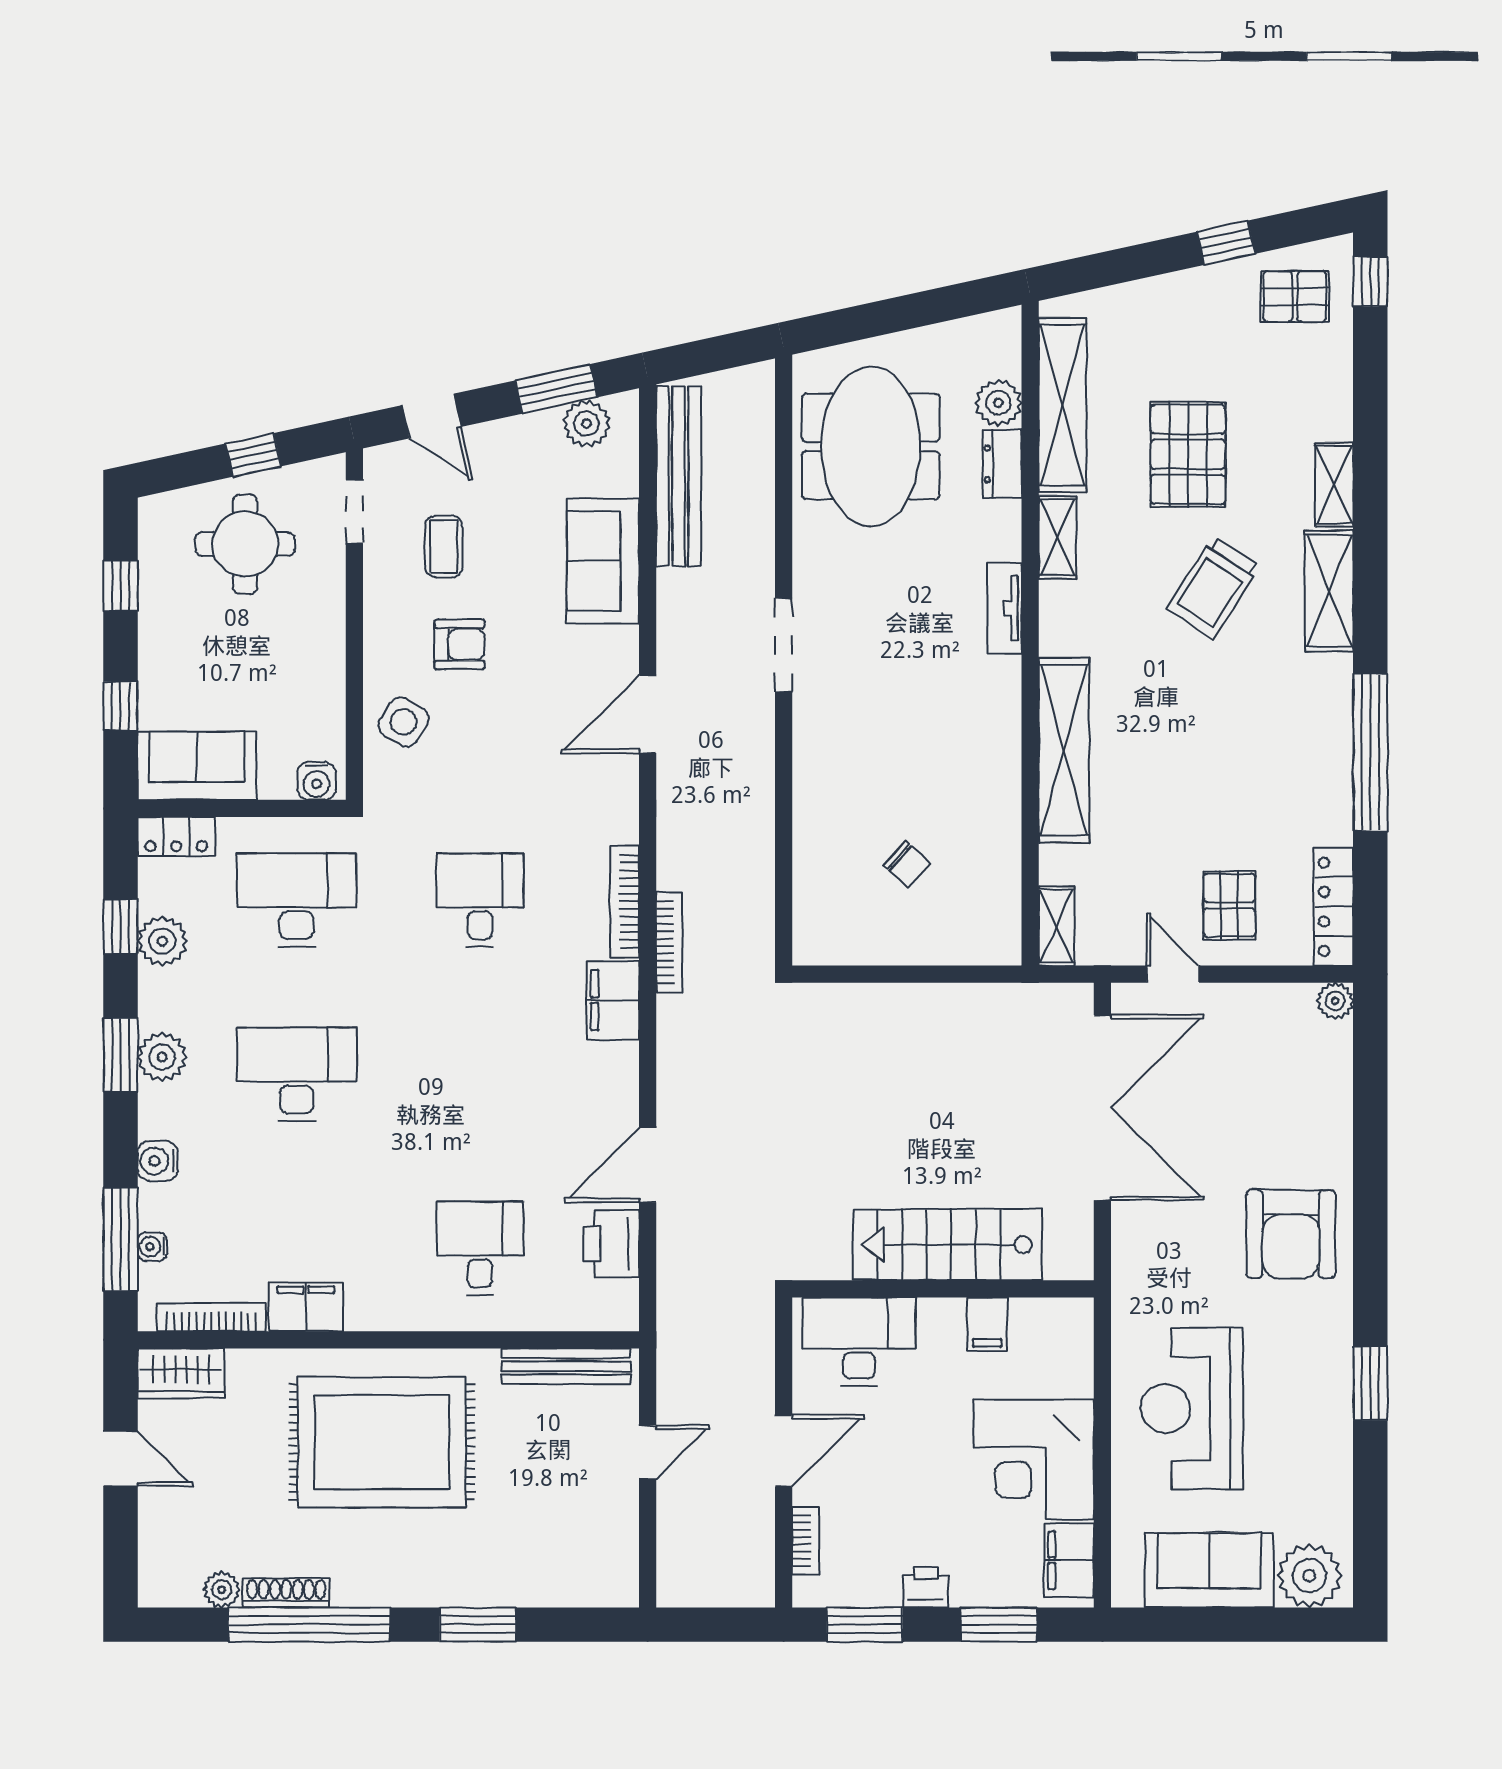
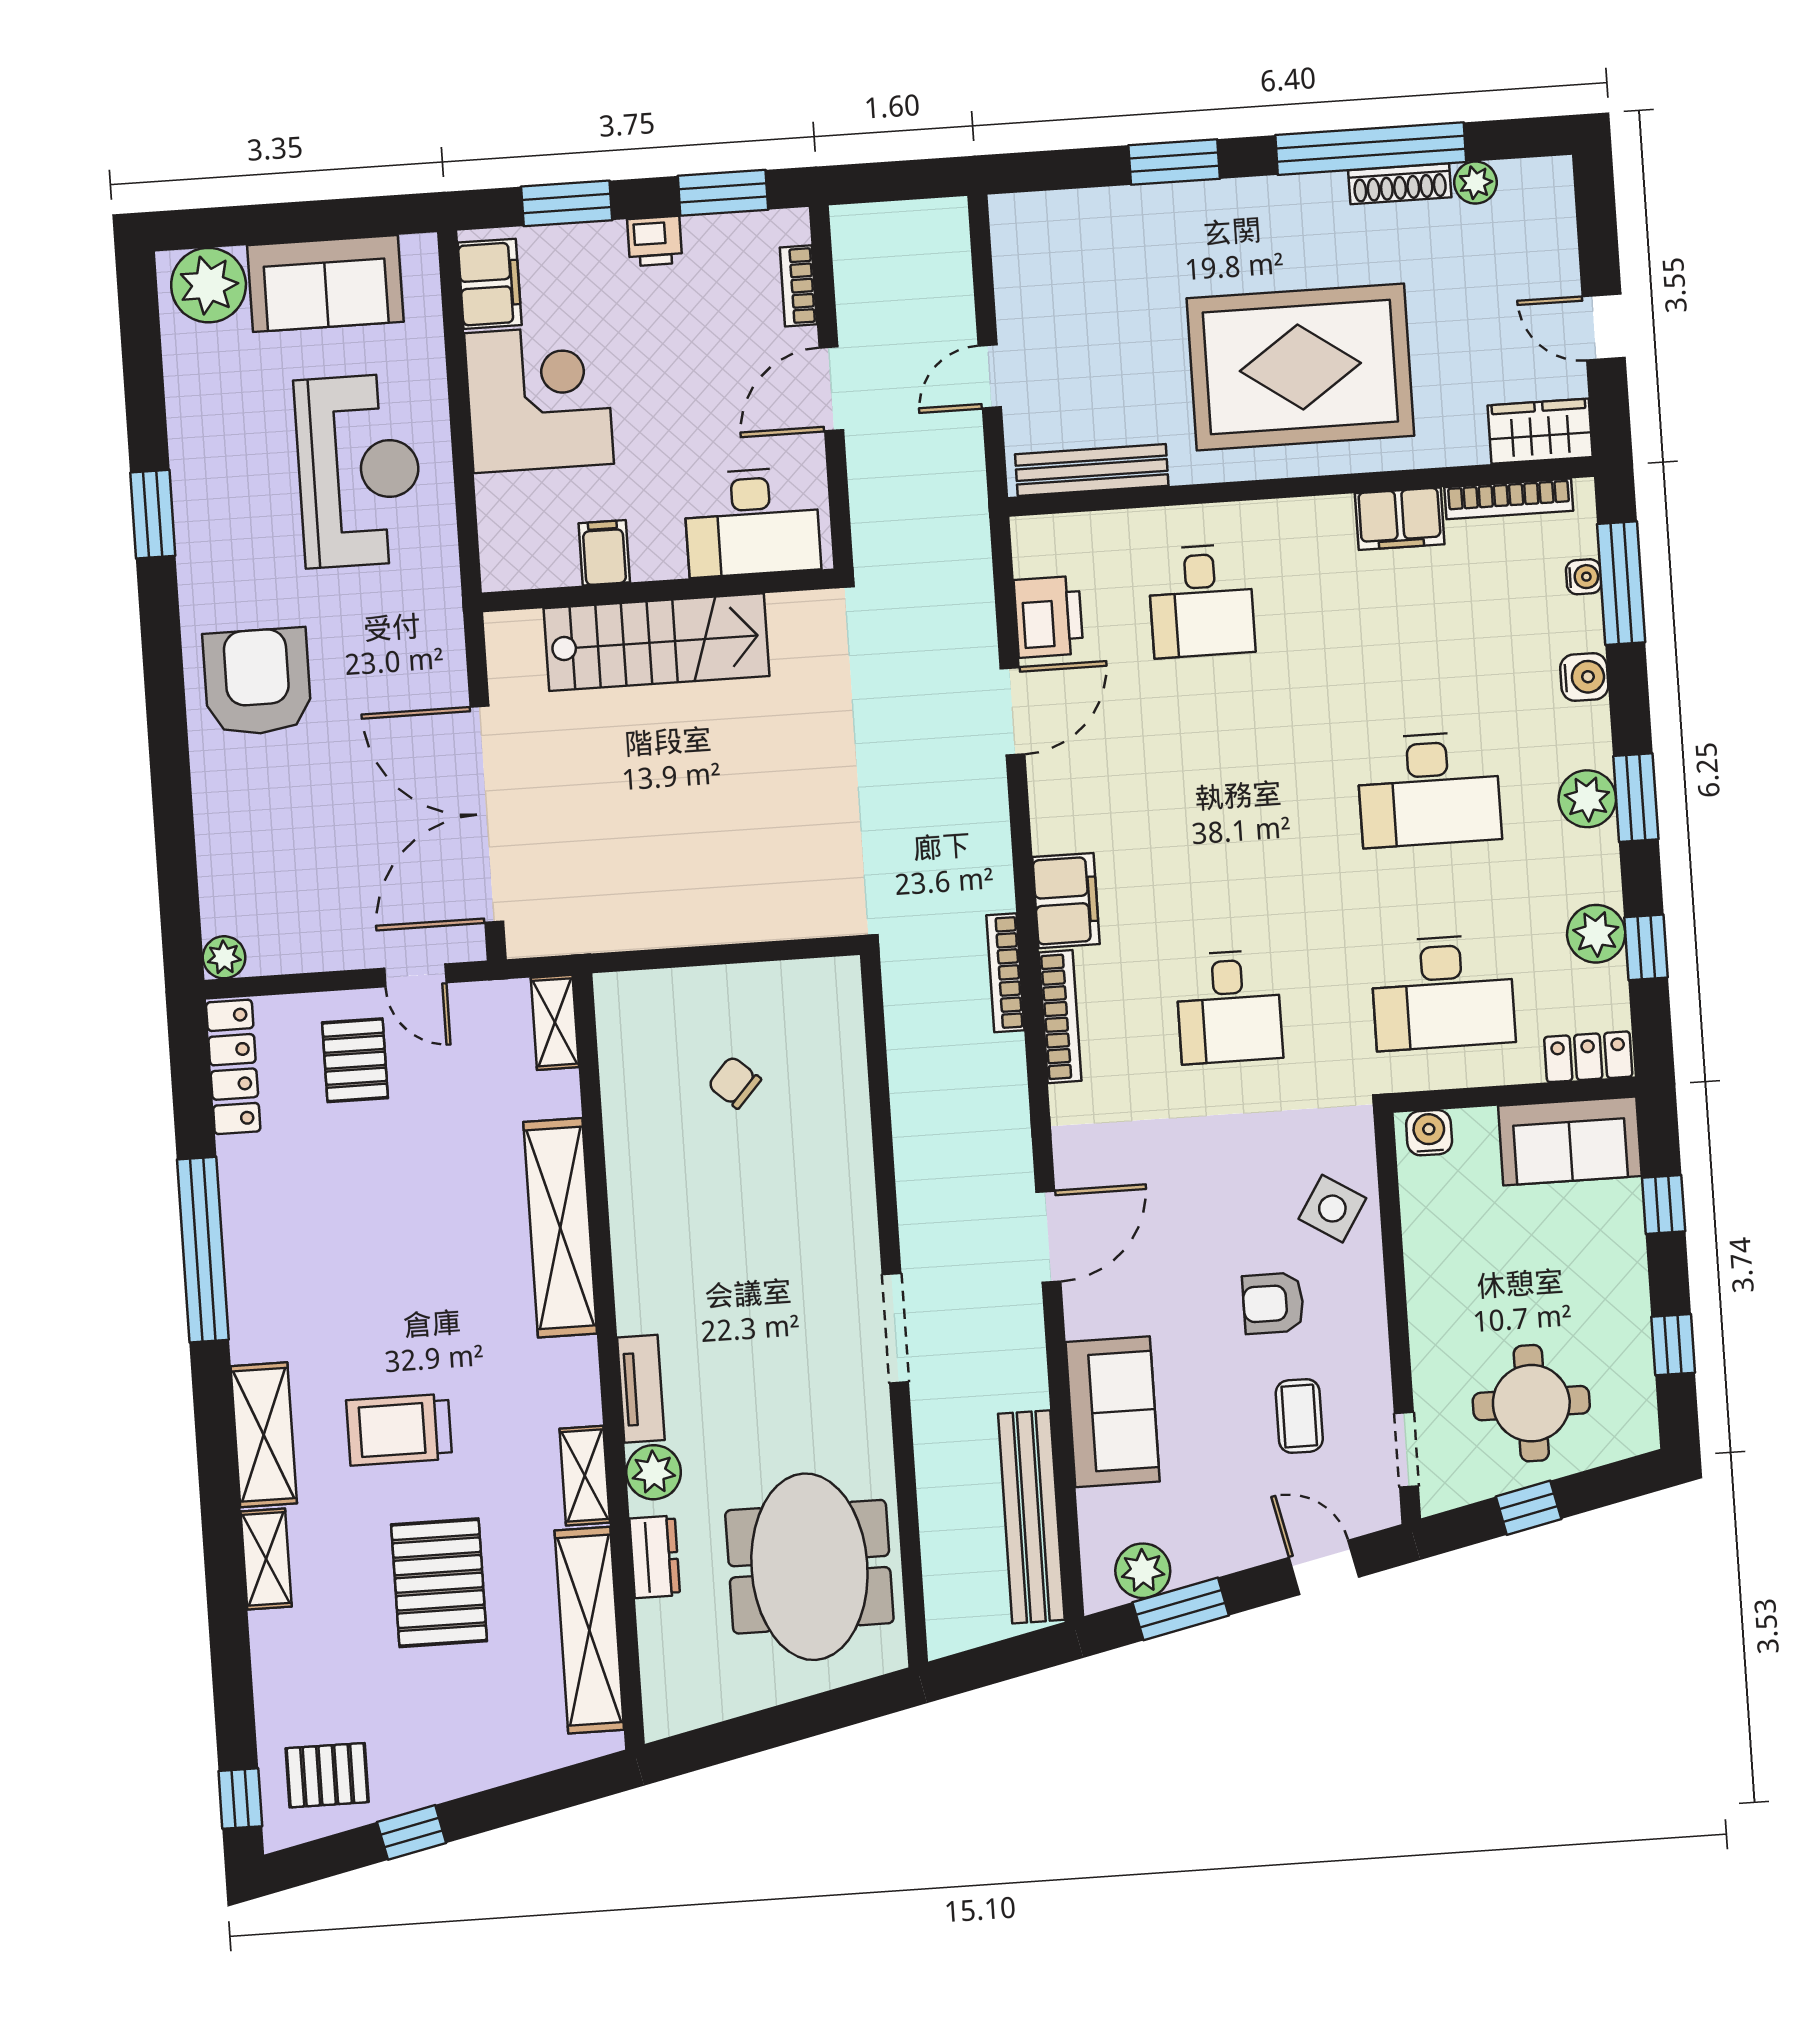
plant: (998, 403) -> (654, 1472), moved
trolley: (1213, 587) -> (399, 1430), turned -123

